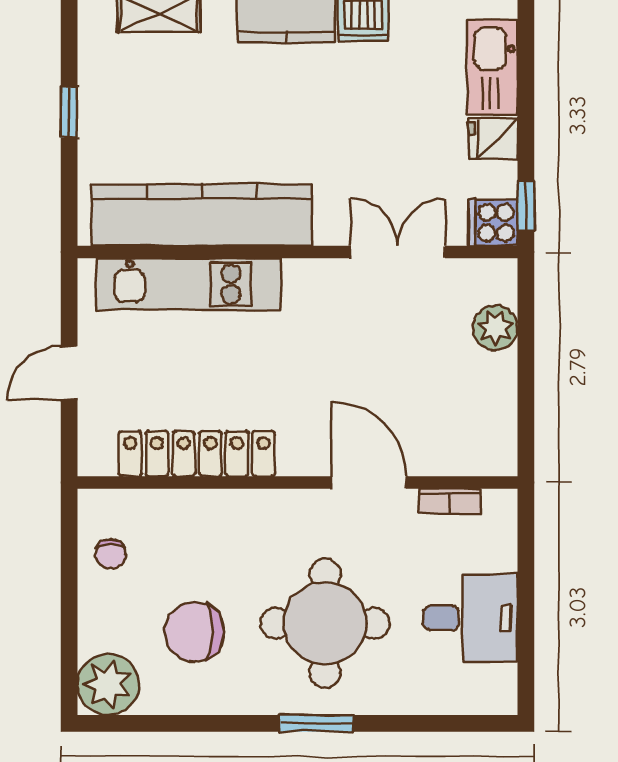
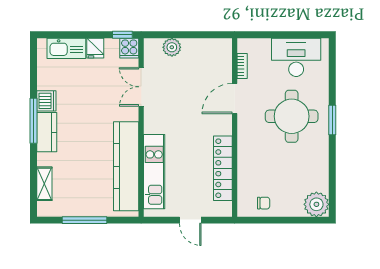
window: (69, 112) -> (84, 220), width x2.17
desk: (470, 618) -> (296, 57), width x1.37
chair: (194, 632) -> (295, 169), removed

